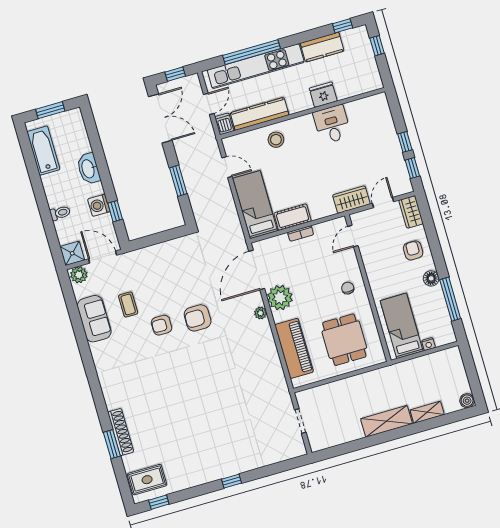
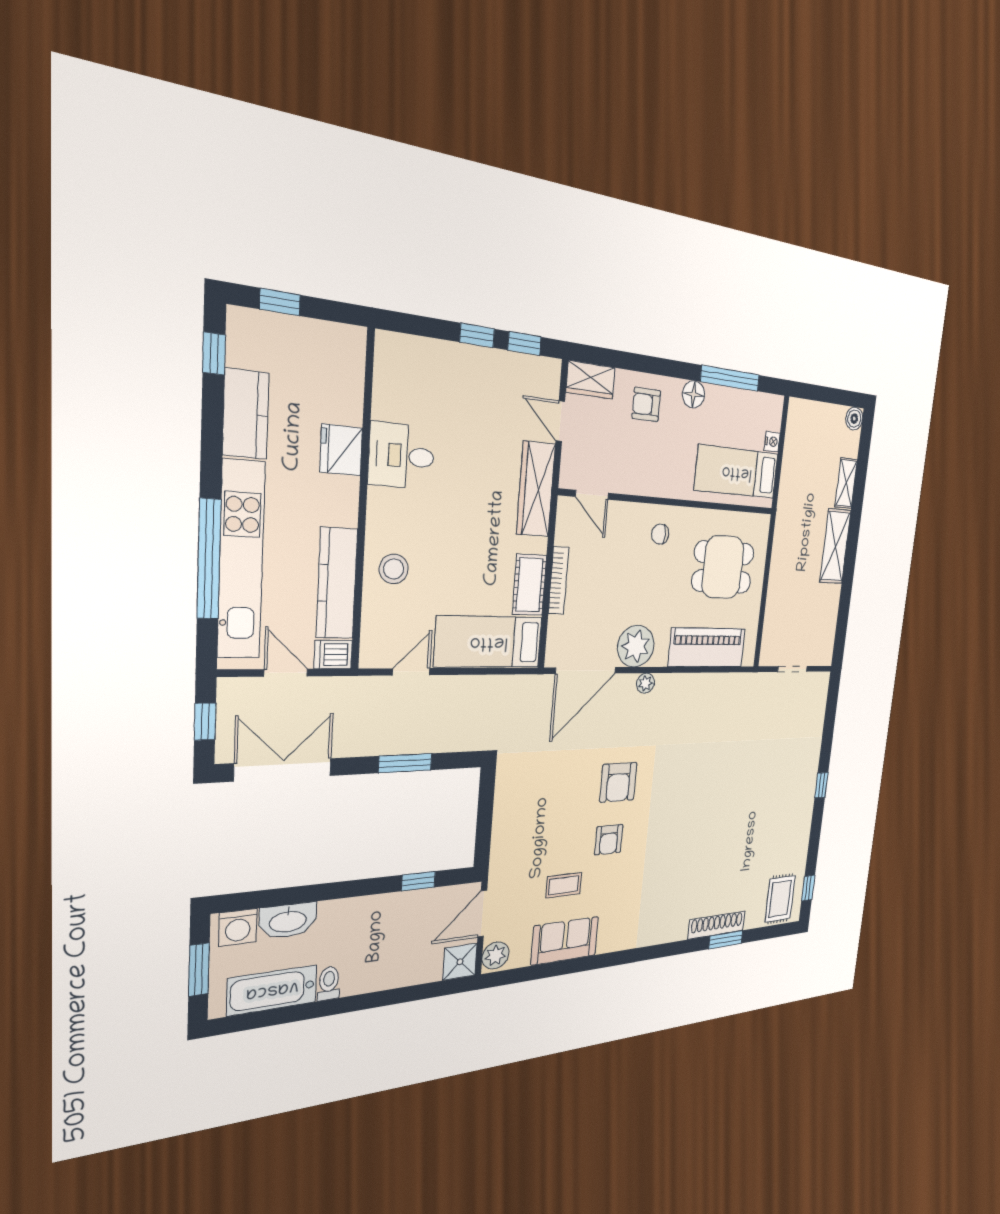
washbasin: (89, 169) -> (288, 921), moved
wardrobe: (351, 200) -> (536, 489), width x1.50
washing machine: (99, 205) -> (238, 927), moved
toilet: (60, 213) -> (329, 983), moved
bookcase: (301, 233) -> (558, 580), width x1.56
door: (257, 270) -> (586, 671), hinge flipped

